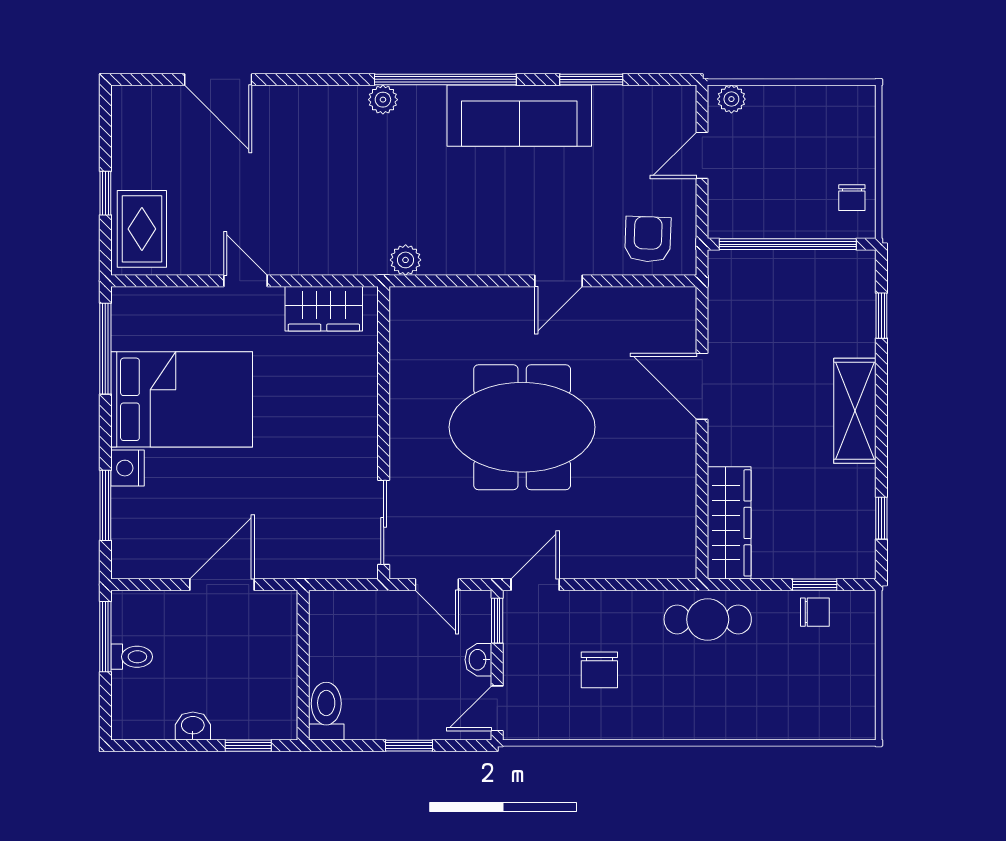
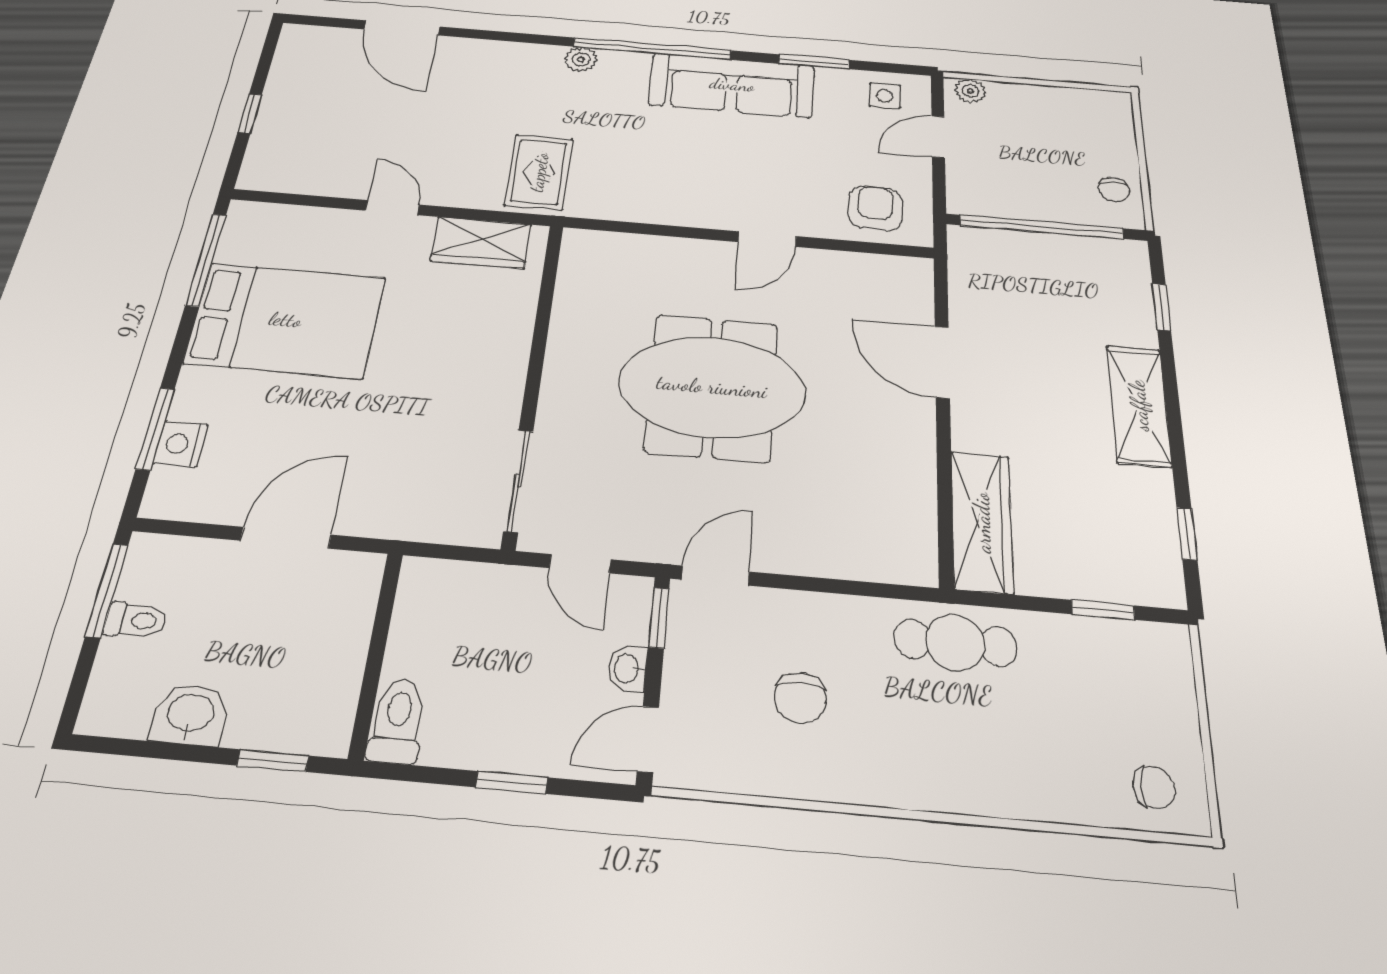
side table: (655, 113) -> (885, 96), added
rug: (142, 229) -> (539, 172), moved
plant: (406, 260) -> (586, 204), removed
nightstand: (127, 468) -> (181, 444), moved
chair: (815, 612) -> (1154, 787), moved
washbasin: (193, 726) -> (190, 714), width x1.38, depth x1.45

